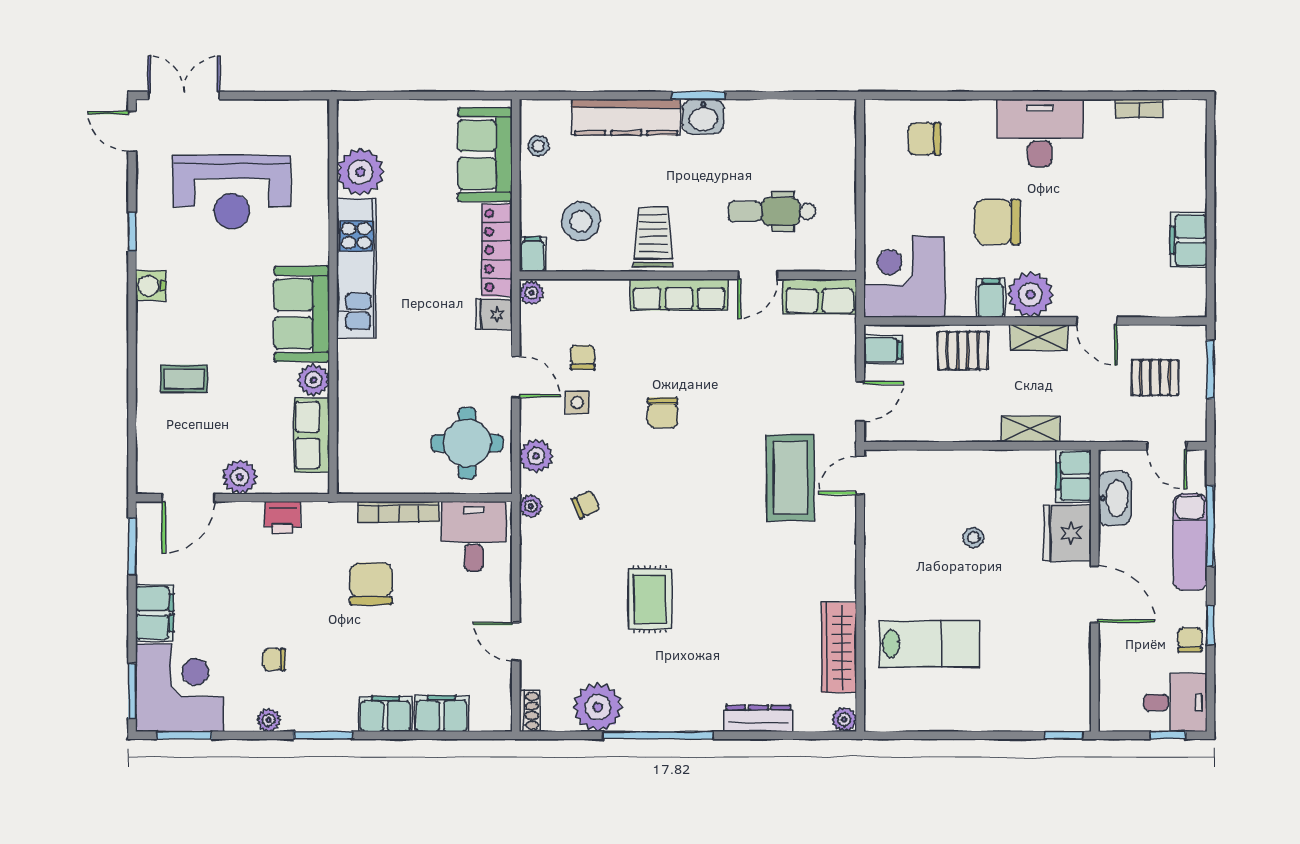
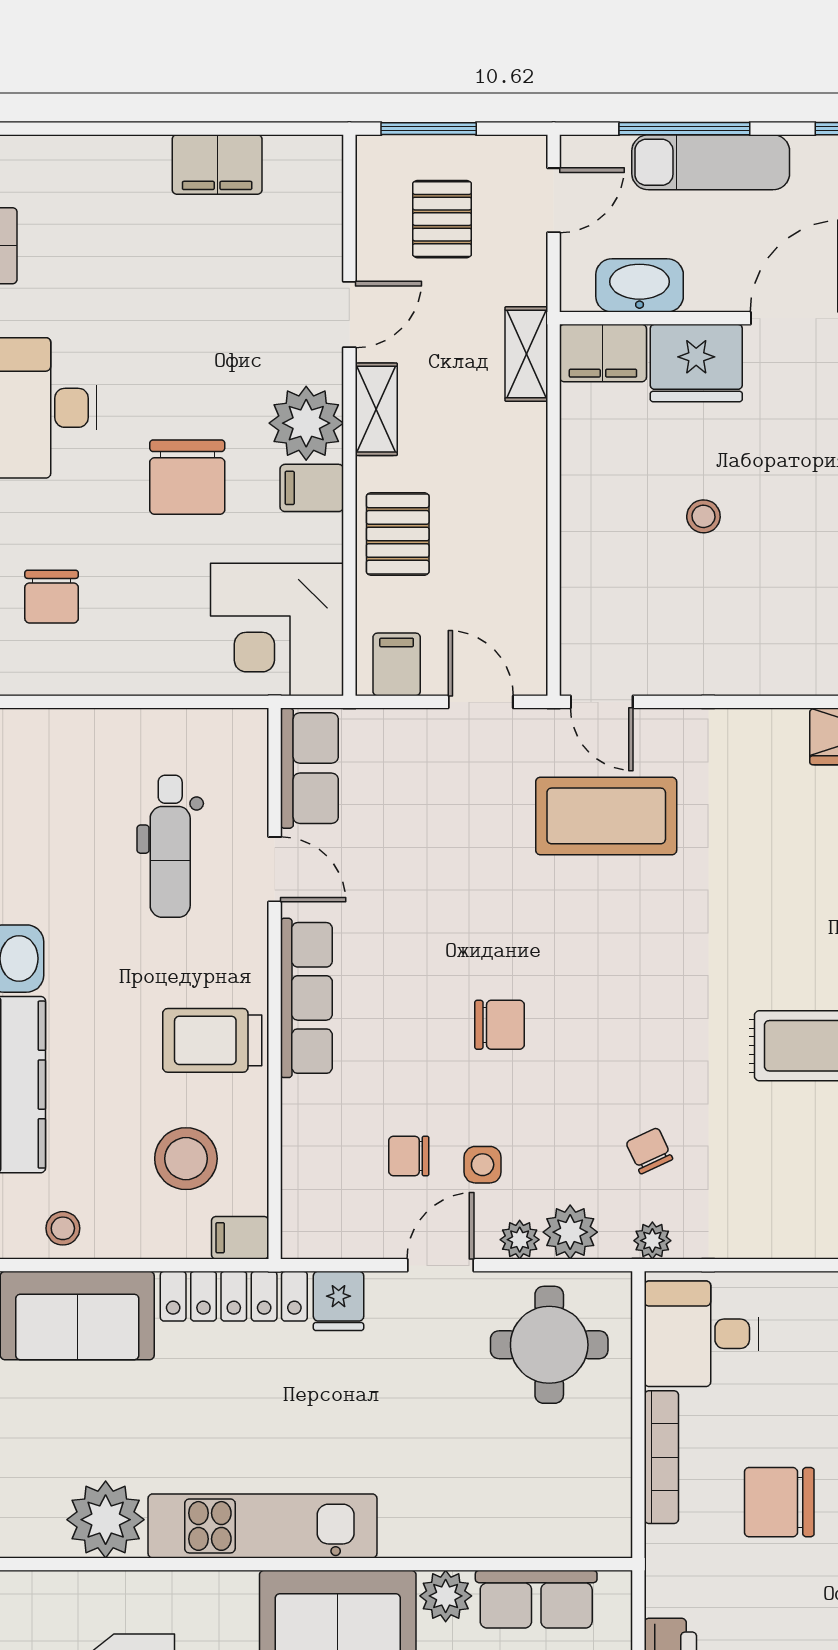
plant: (531, 293) -> (520, 1240), moved
shelving: (1030, 429) -> (526, 354), moved

